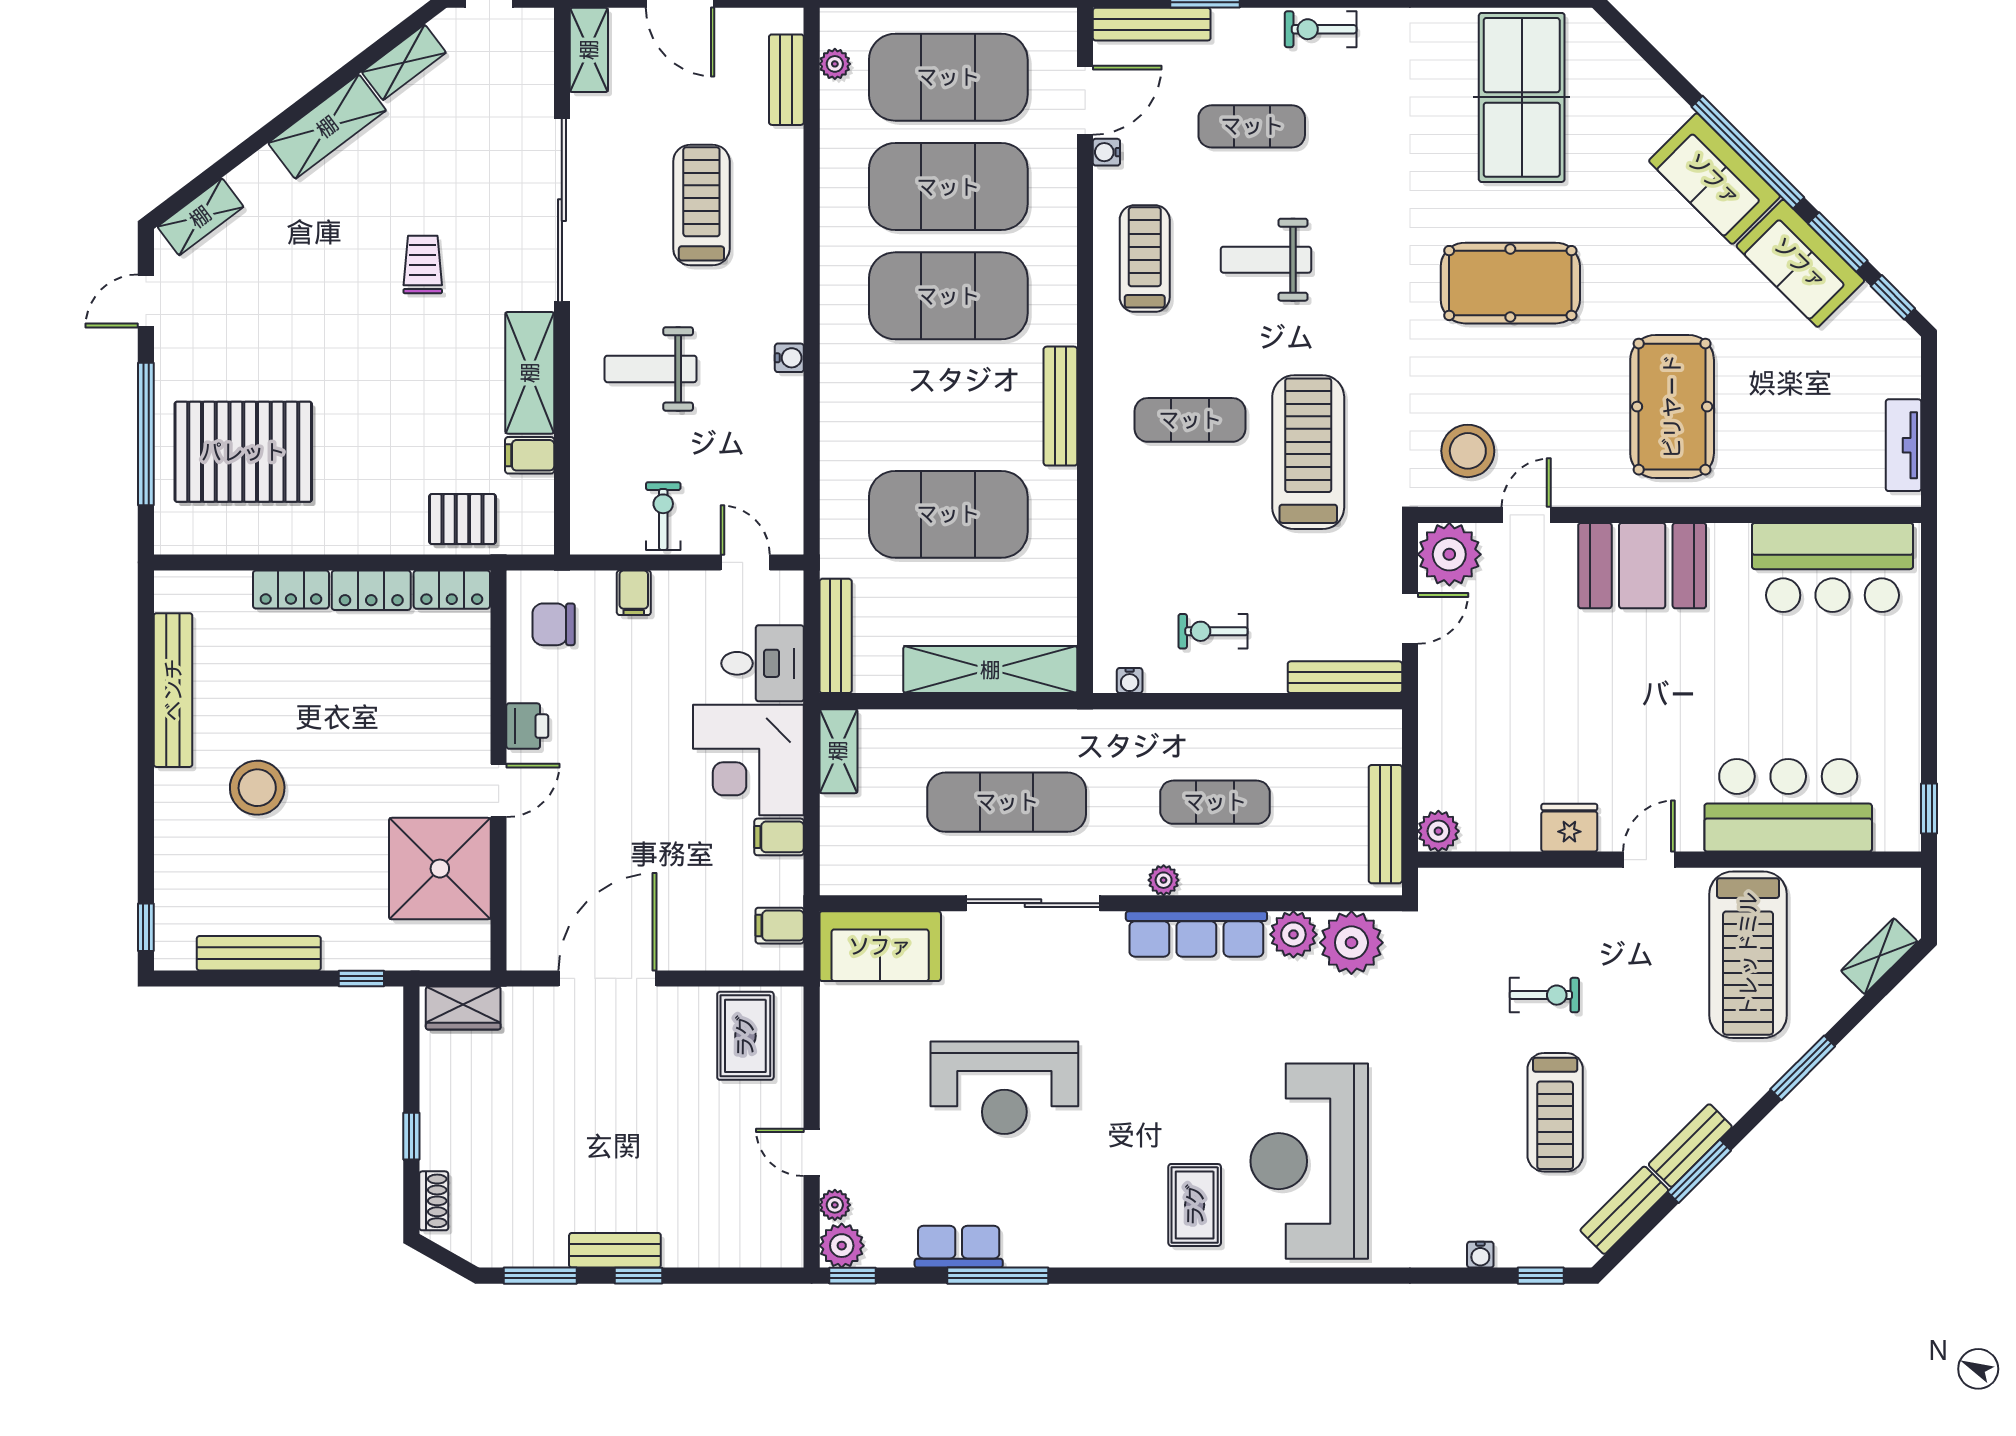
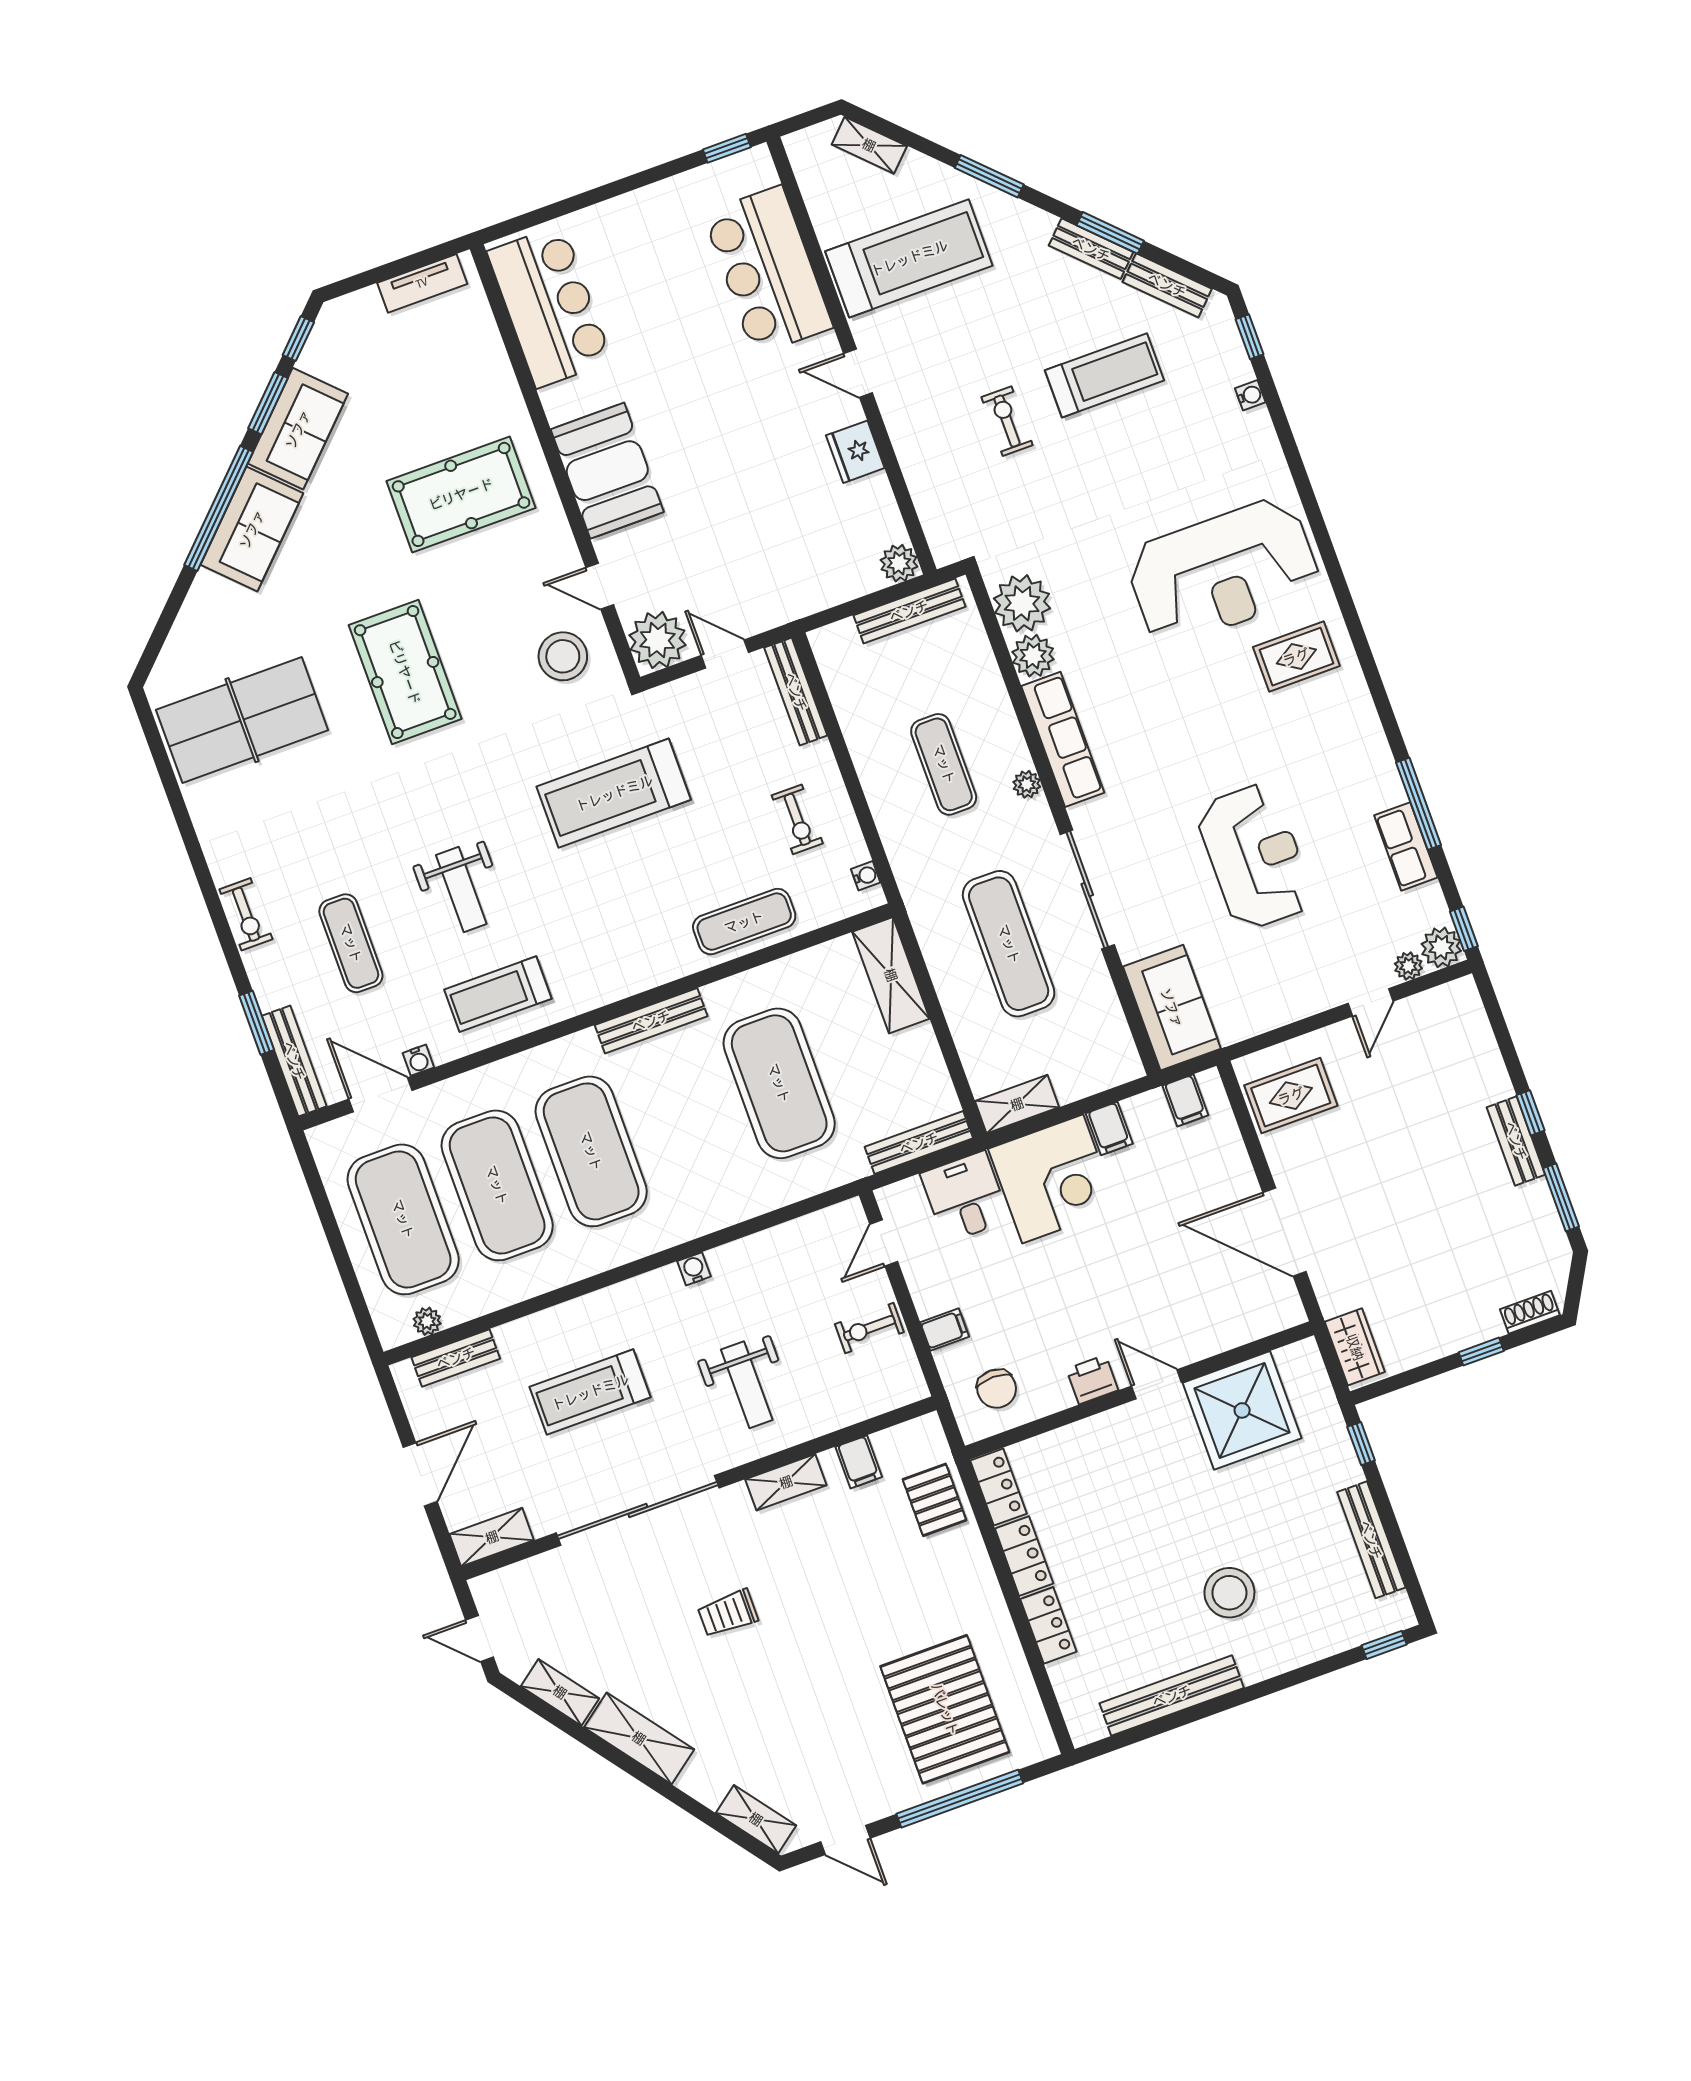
shelving: (530, 373) -> (786, 1482), width x0.67, depth x0.75
exercise mat: (1190, 420) -> (744, 922), moved, turned 90
shelving: (990, 670) -> (891, 975), width x0.68

